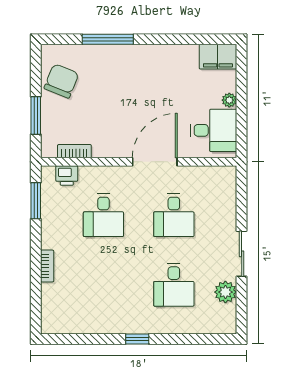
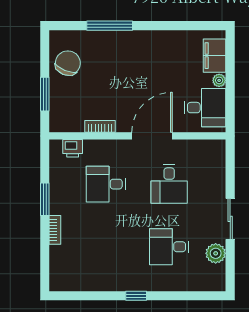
filing cabinet: (218, 57) -> (214, 56), moved, turned 90
bookcase: (74, 151) -> (100, 126), moved
window: (36, 201) -> (45, 199), moved
desk: (103, 215) -> (106, 184), turned 90
desk: (174, 285) -> (169, 247), turned 90

